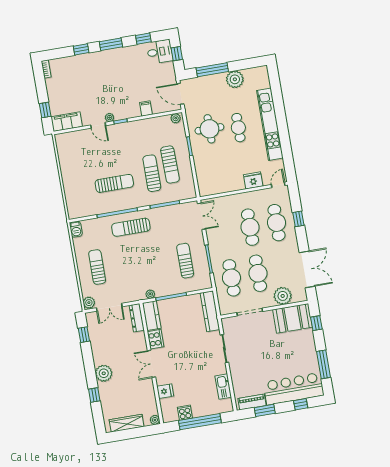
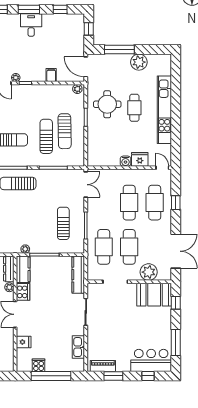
desk: (160, 52) -> (31, 25), moved, turned -90
water cooler: (239, 185) -> (125, 161), added
door: (278, 185) -> (162, 168), hinge flipped
bar counter: (294, 389) -> (151, 360), width x0.73
plant: (155, 420) -> (9, 287), moved

